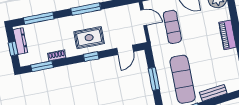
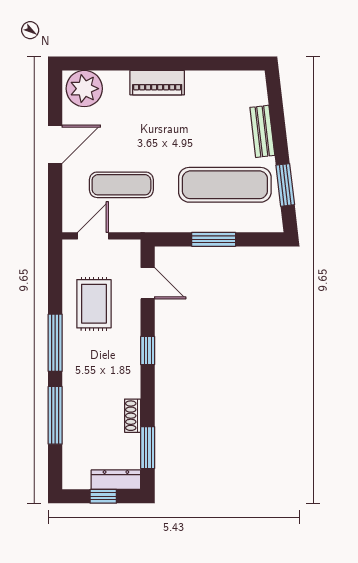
window: (39, 18) -> (55, 415), moved
rug: (89, 38) -> (94, 304), moved
dresser: (20, 41) -> (116, 480), moved

